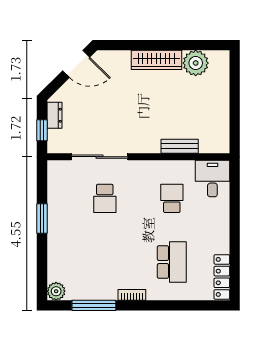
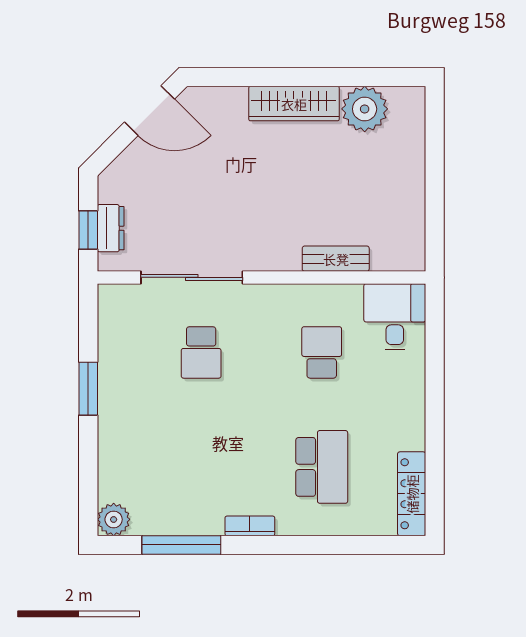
dresser: (54, 115) -> (111, 228), moved

